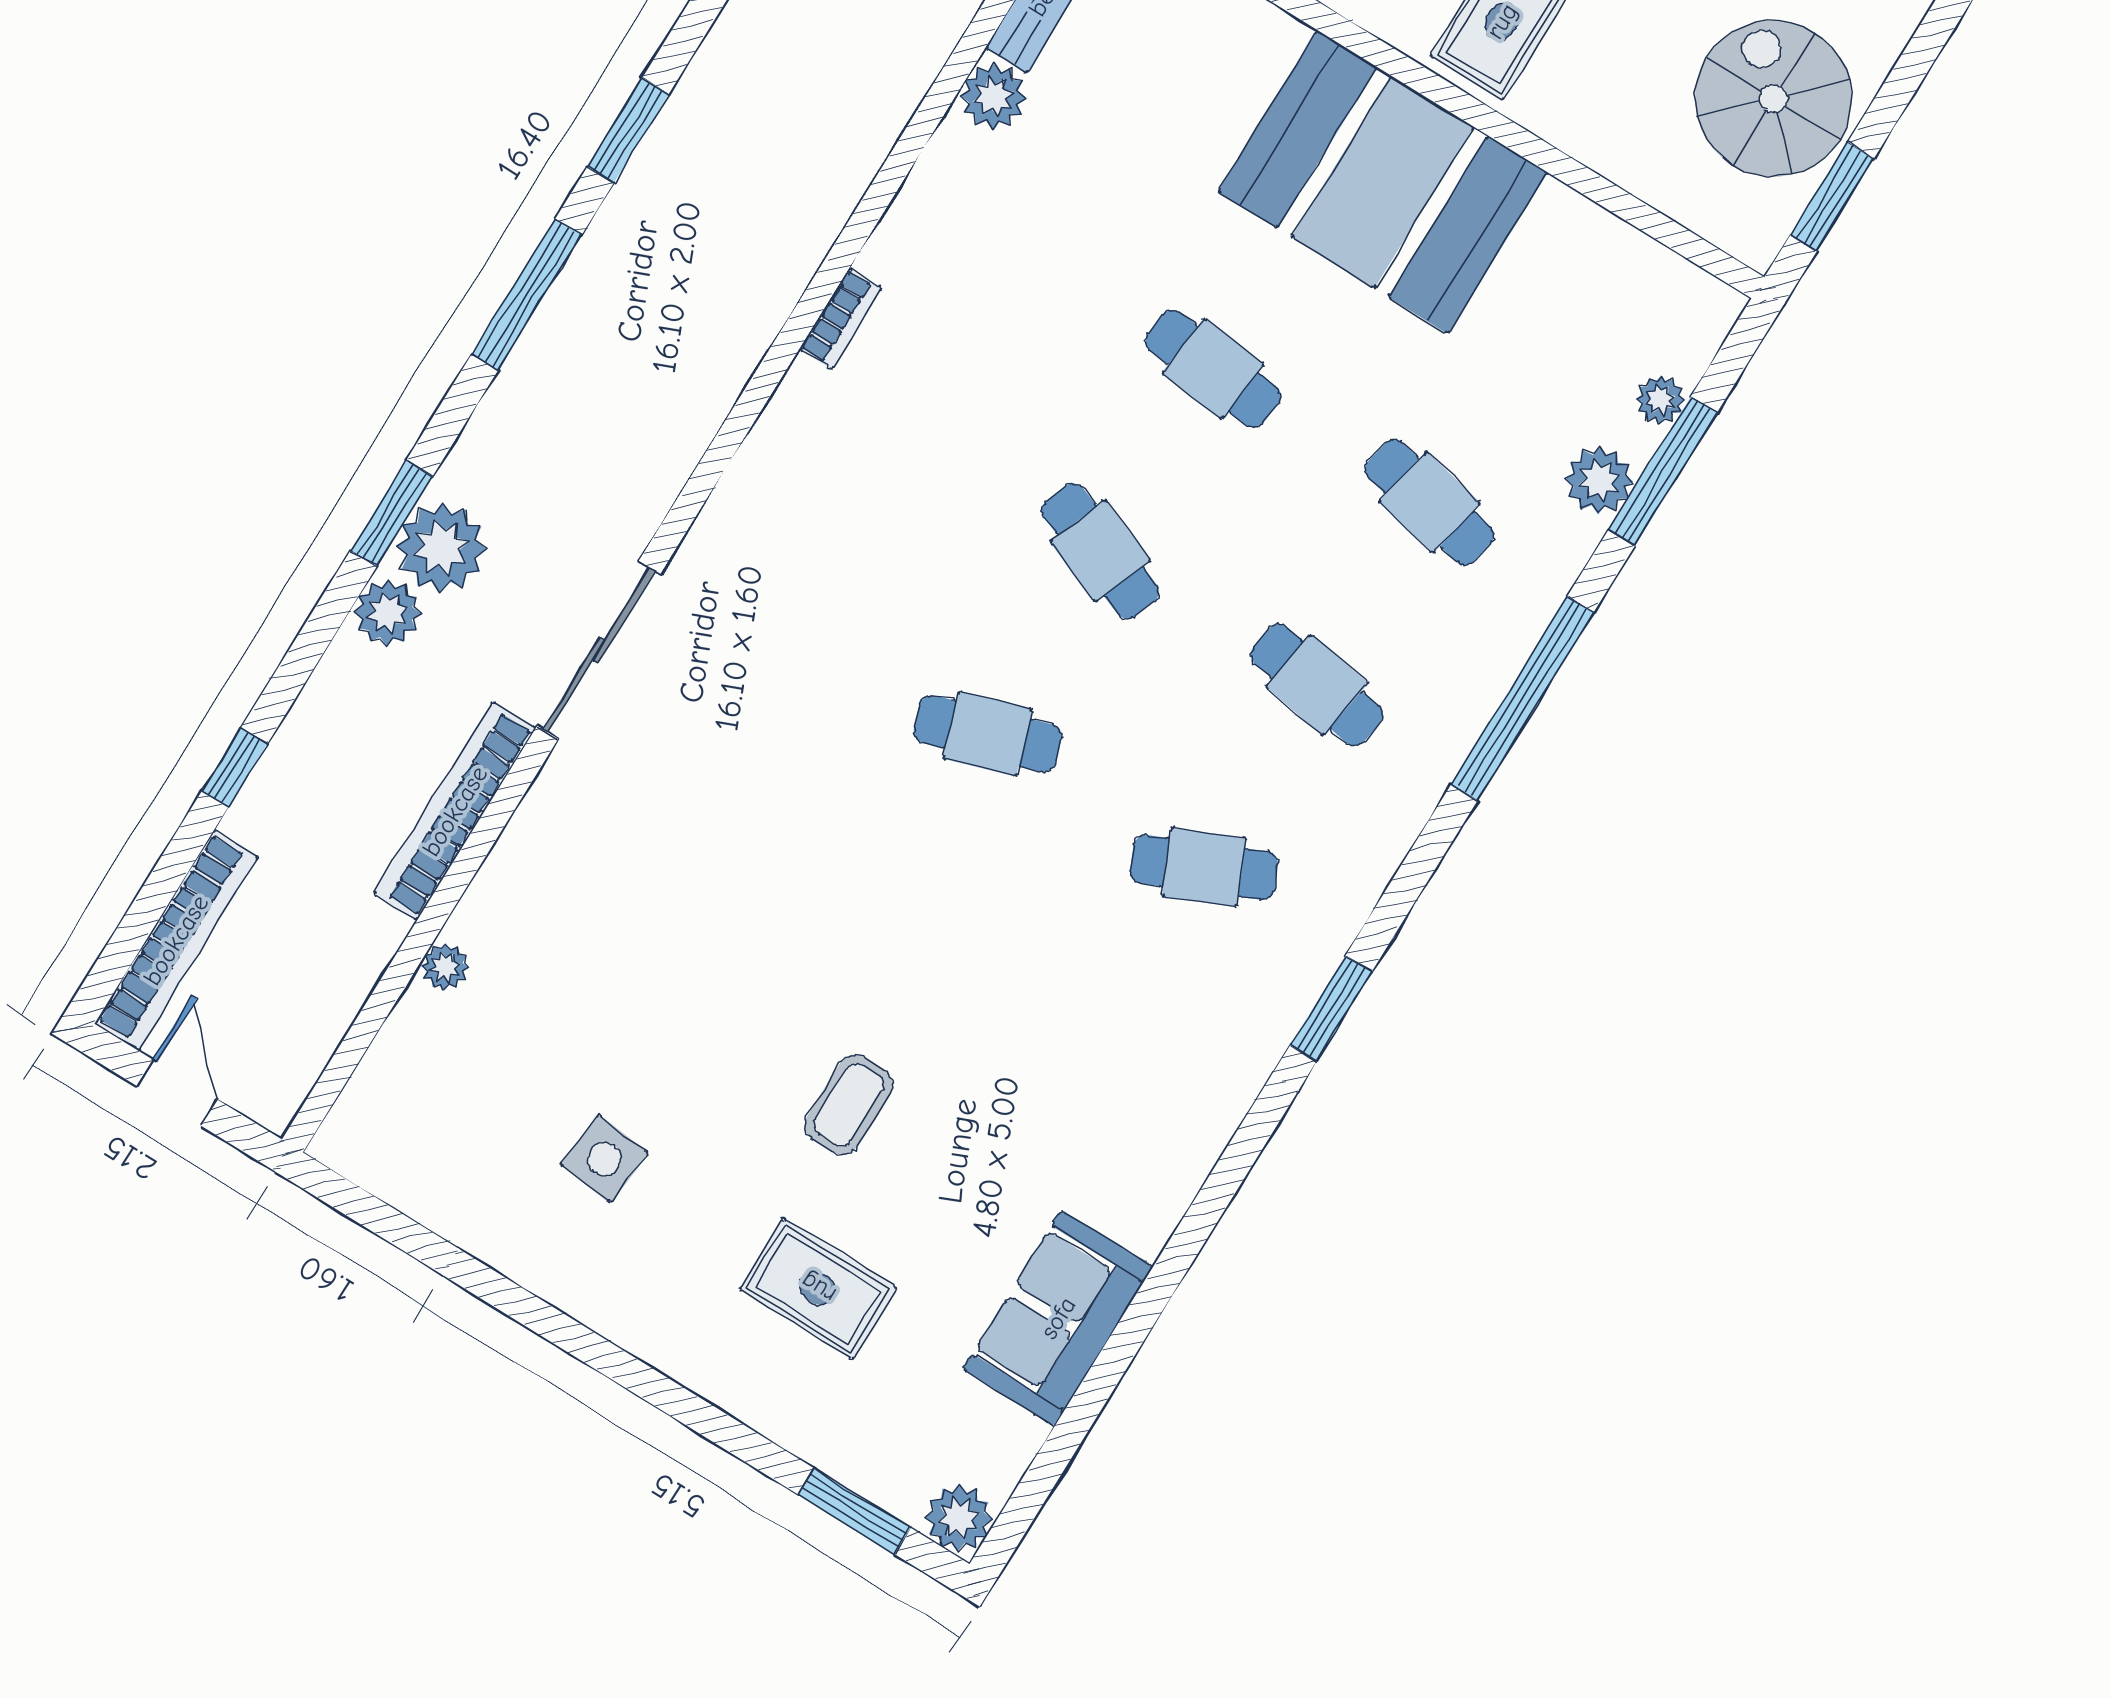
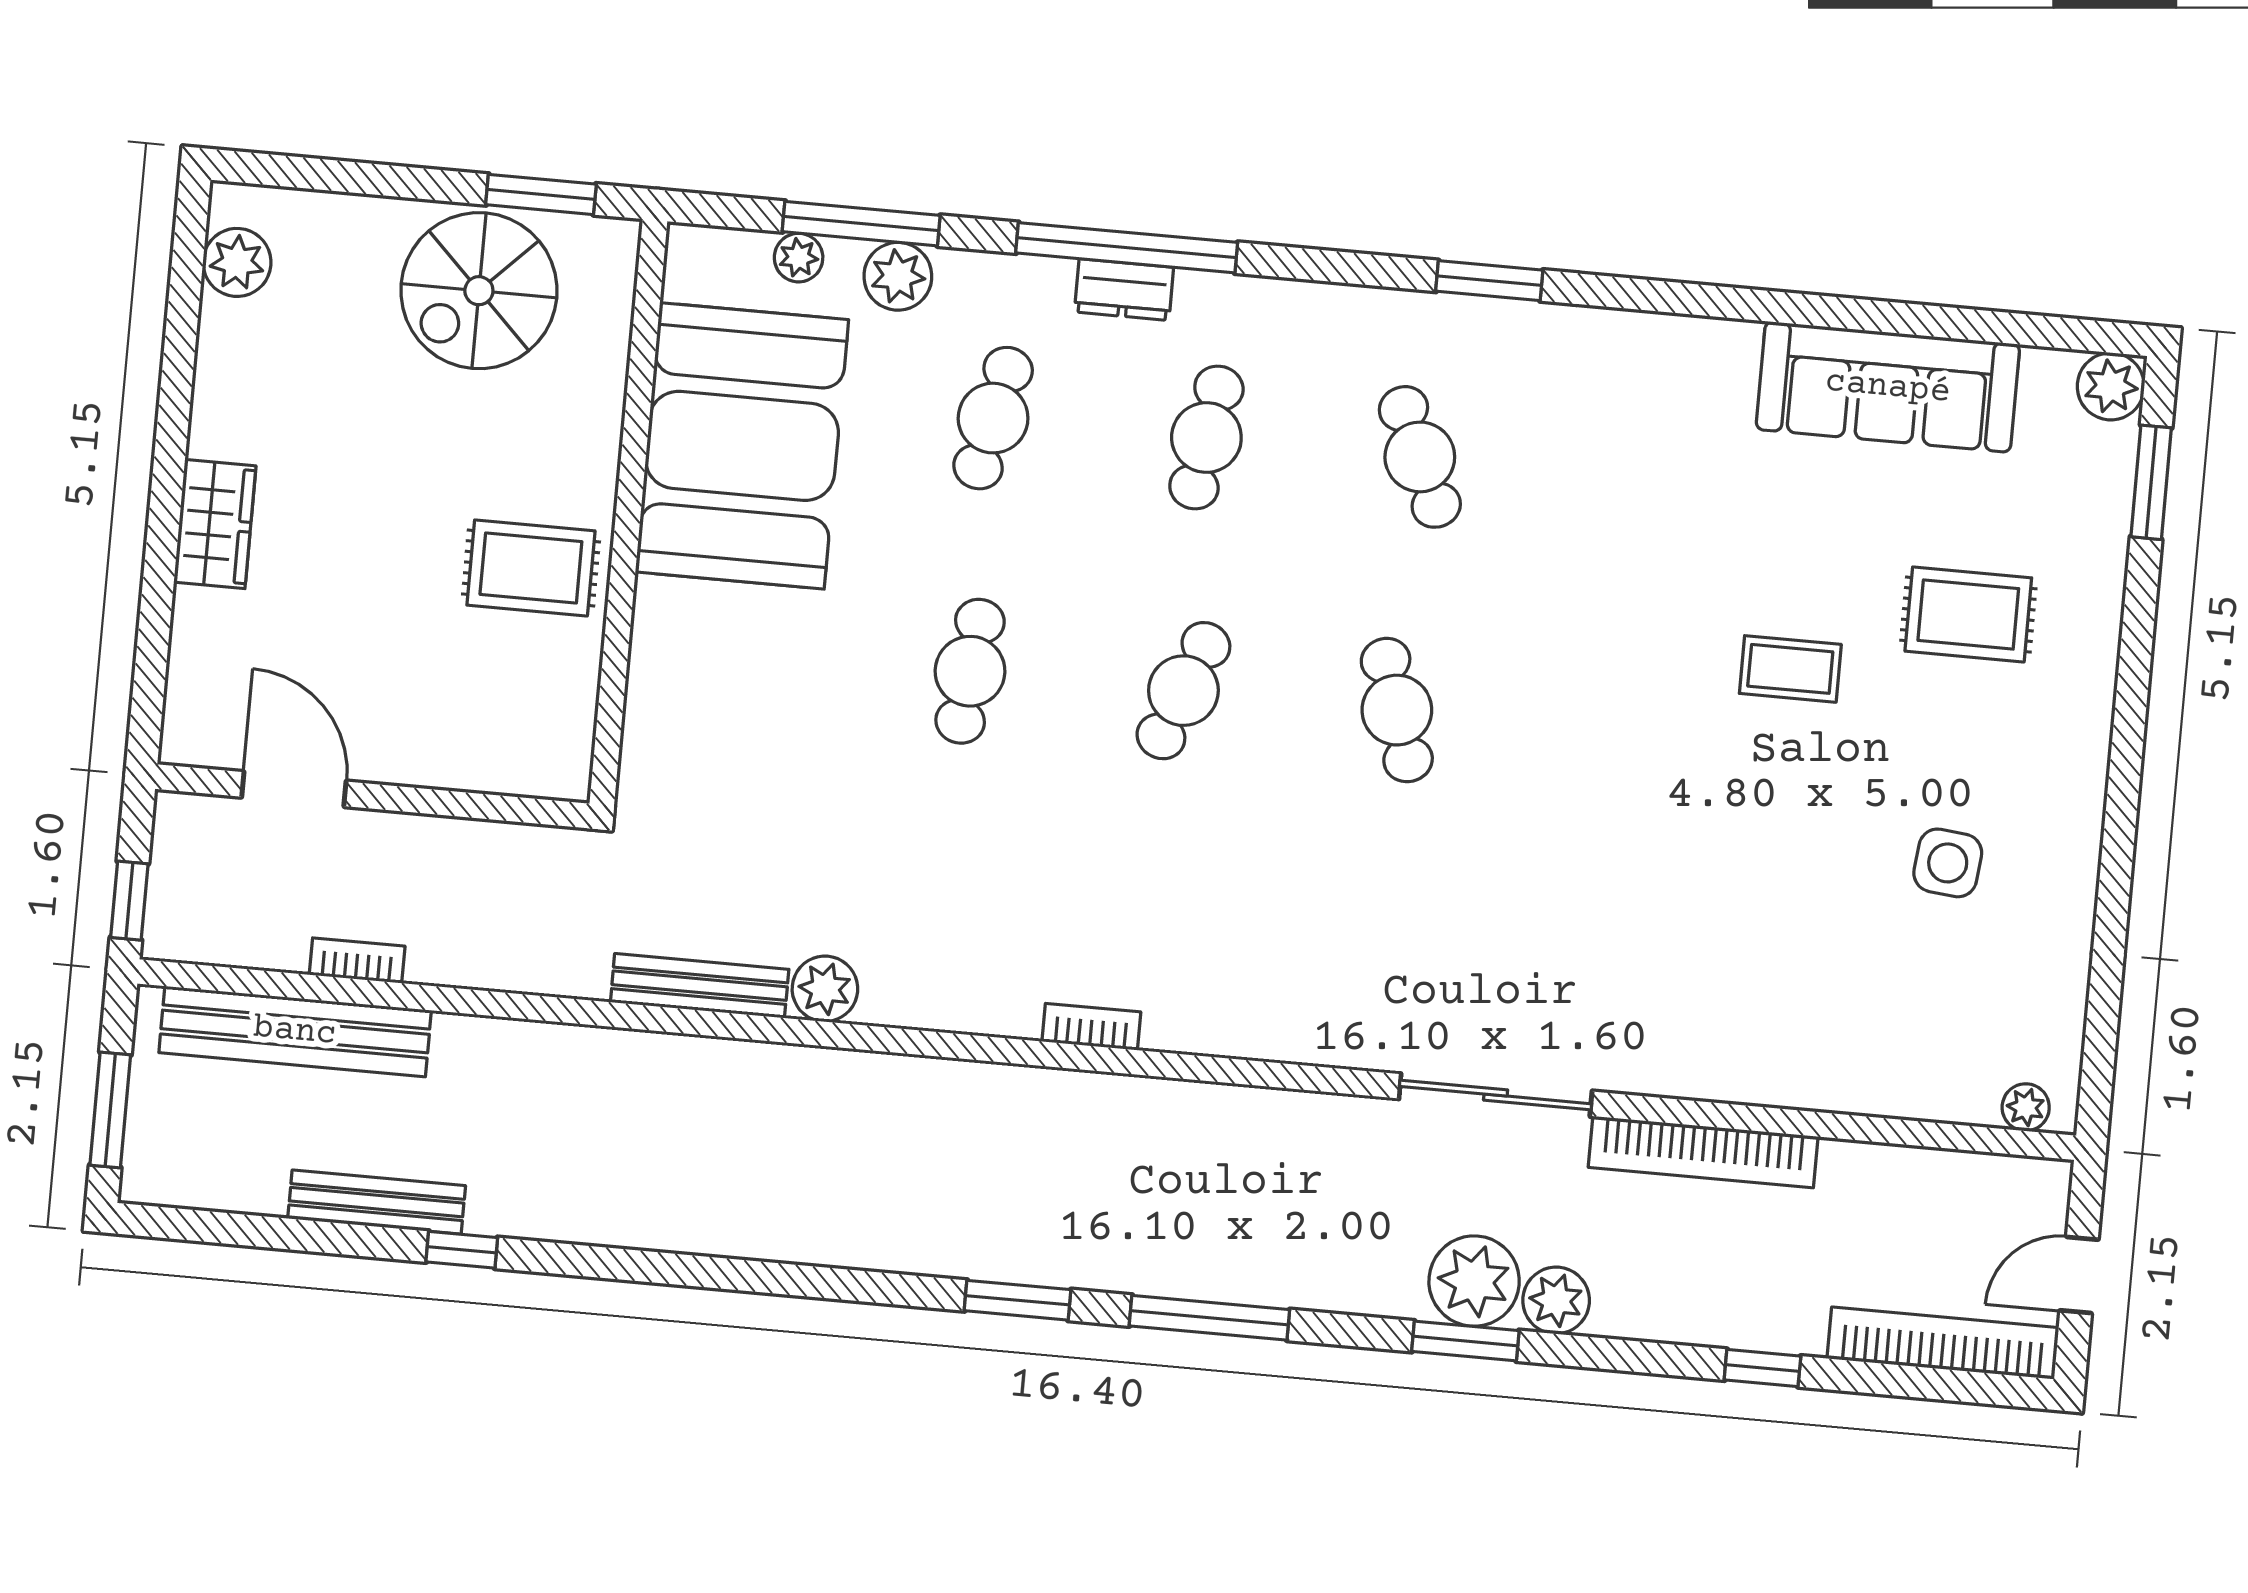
booth: (1383, 182) -> (742, 446), moved
dresser: (1486, 677) -> (1124, 290), added
plant: (445, 967) -> (2026, 1107), moved
rug: (818, 1288) -> (1968, 615), turned 90
sofa: (1058, 1318) -> (1888, 387), width x1.36

